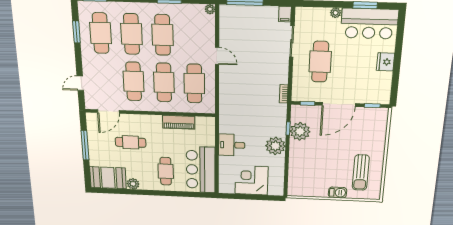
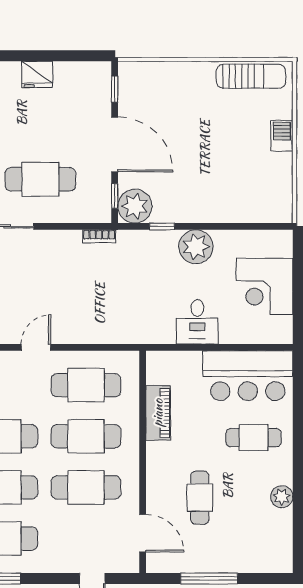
plant: (300, 131) -> (135, 206), moved
sun lounger: (361, 173) -> (251, 76), moved
booth: (108, 178) -> (272, 541), removed

